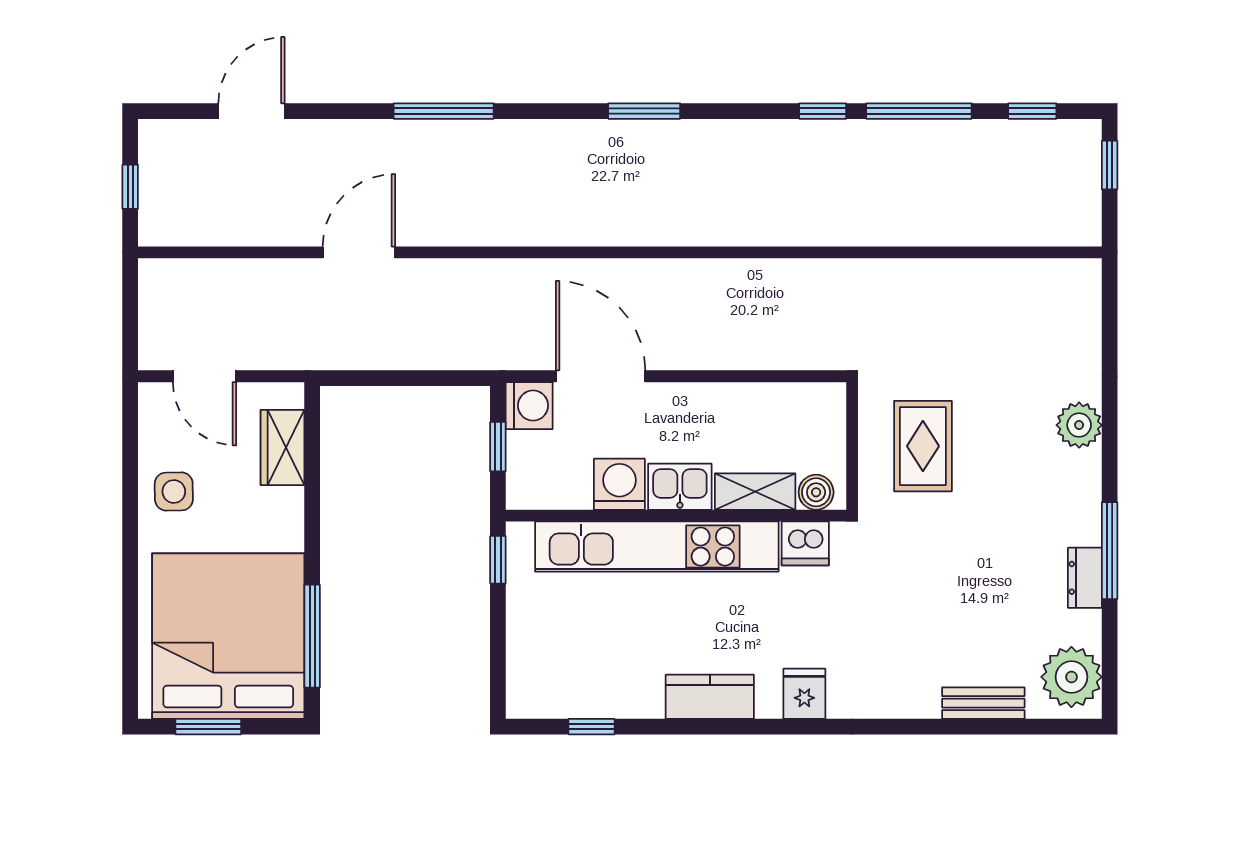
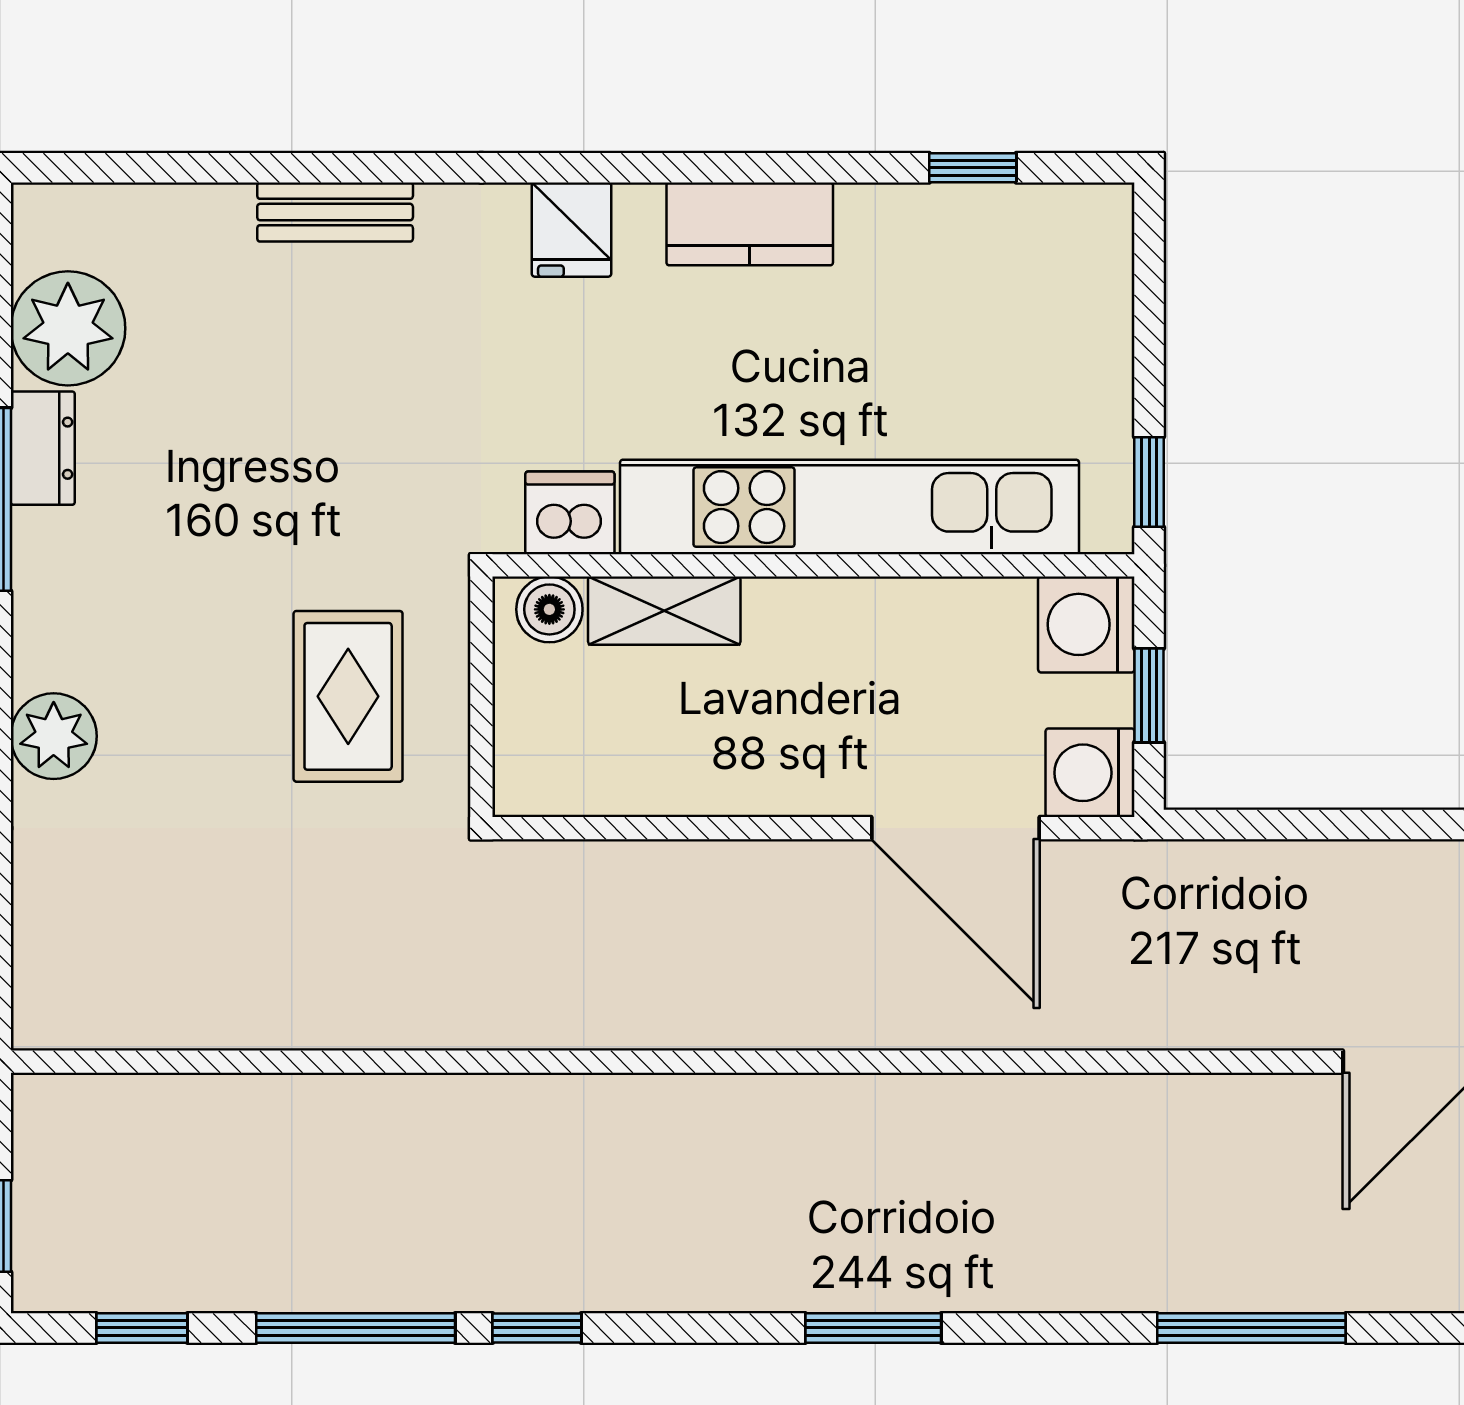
washing machine: (619, 484) -> (1086, 624), moved, turned 90
kitchen sink: (680, 487) -> (806, 620), removed
plant: (1071, 677) -> (68, 328), moved
bench: (983, 703) -> (335, 212), moved

